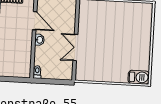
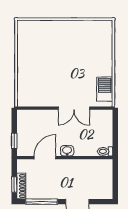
barbecue: (139, 77) -> (105, 89), moved

